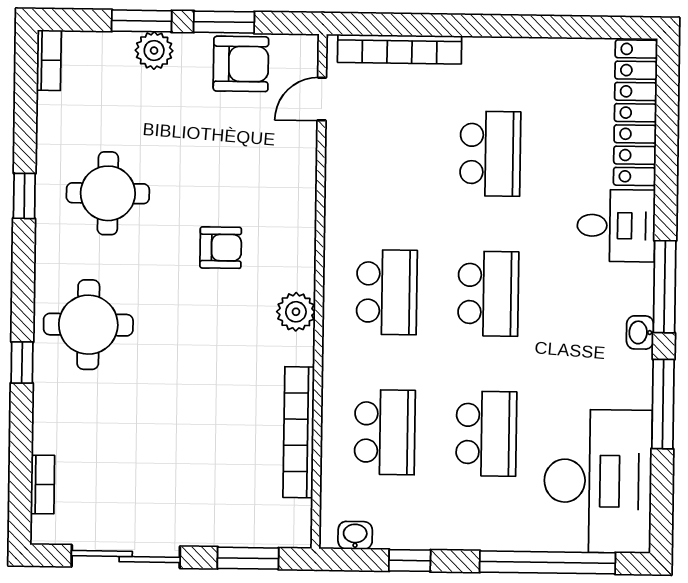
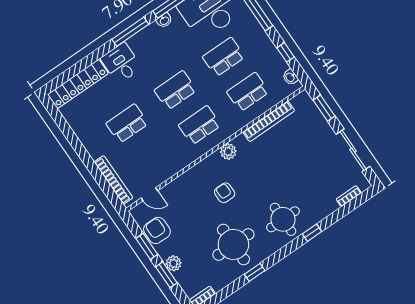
round table: (108, 193) -> (233, 244), width x1.36, depth x1.36
washbasin: (640, 332) -> (164, 20), moved

